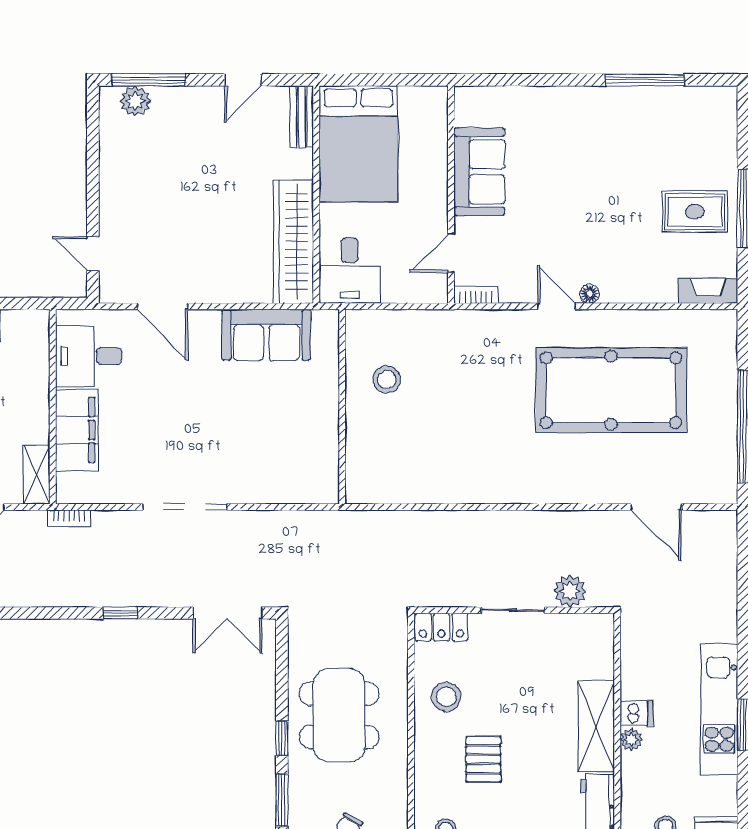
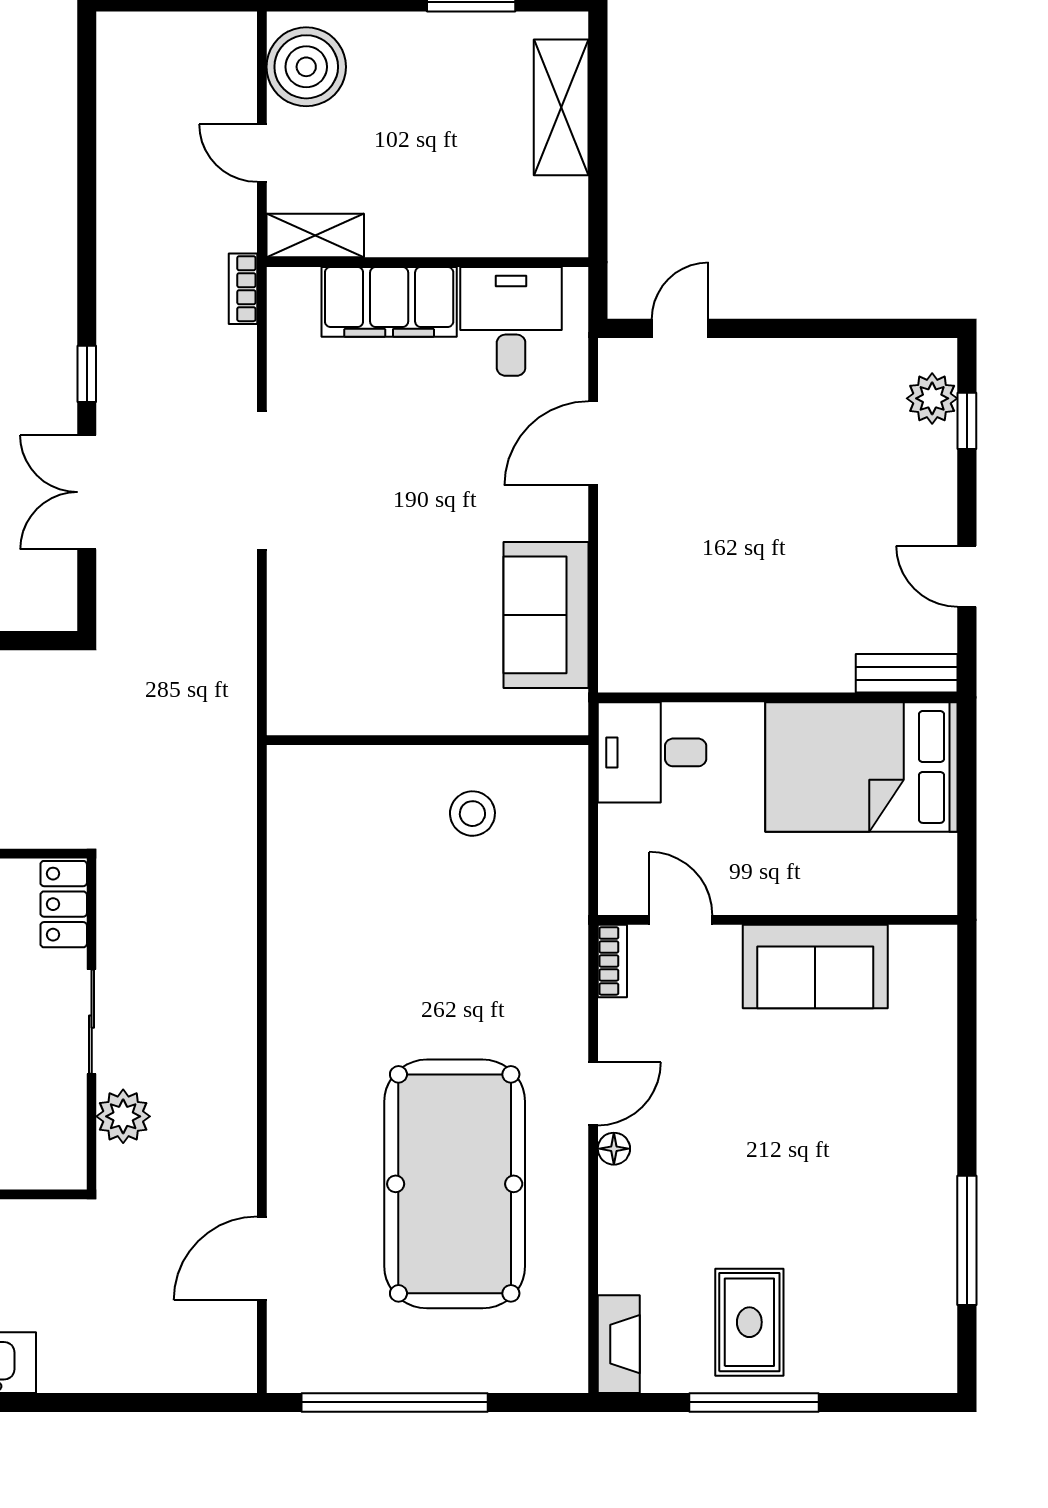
window: (149, 80) -> (967, 421), width x0.46
wardrobe: (293, 242) -> (700, 660), removed
double door: (228, 613) -> (87, 492), moved

